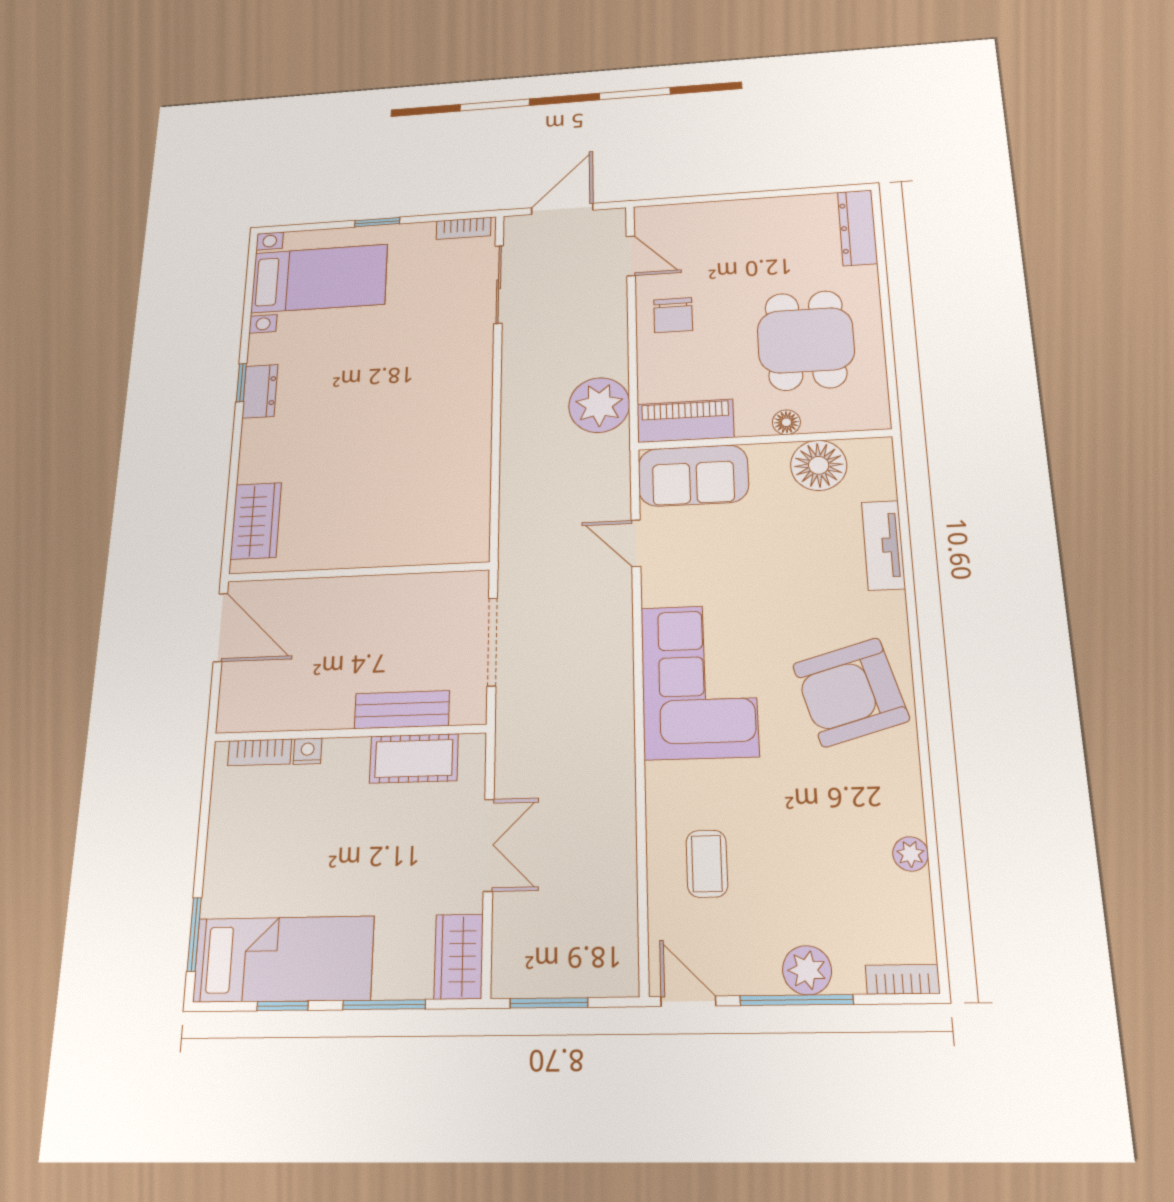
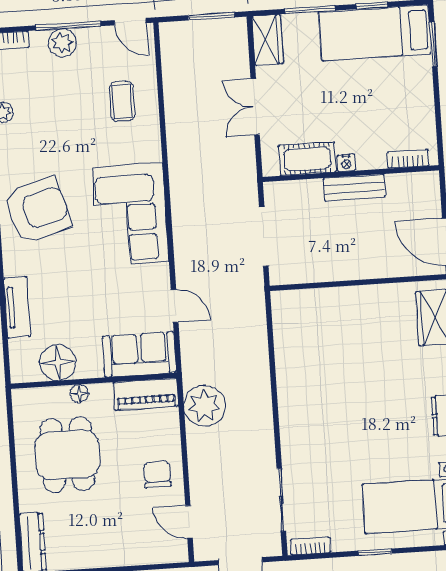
bench: (402, 710) -> (354, 188), moved
nightstand: (307, 751) -> (346, 163), moved

